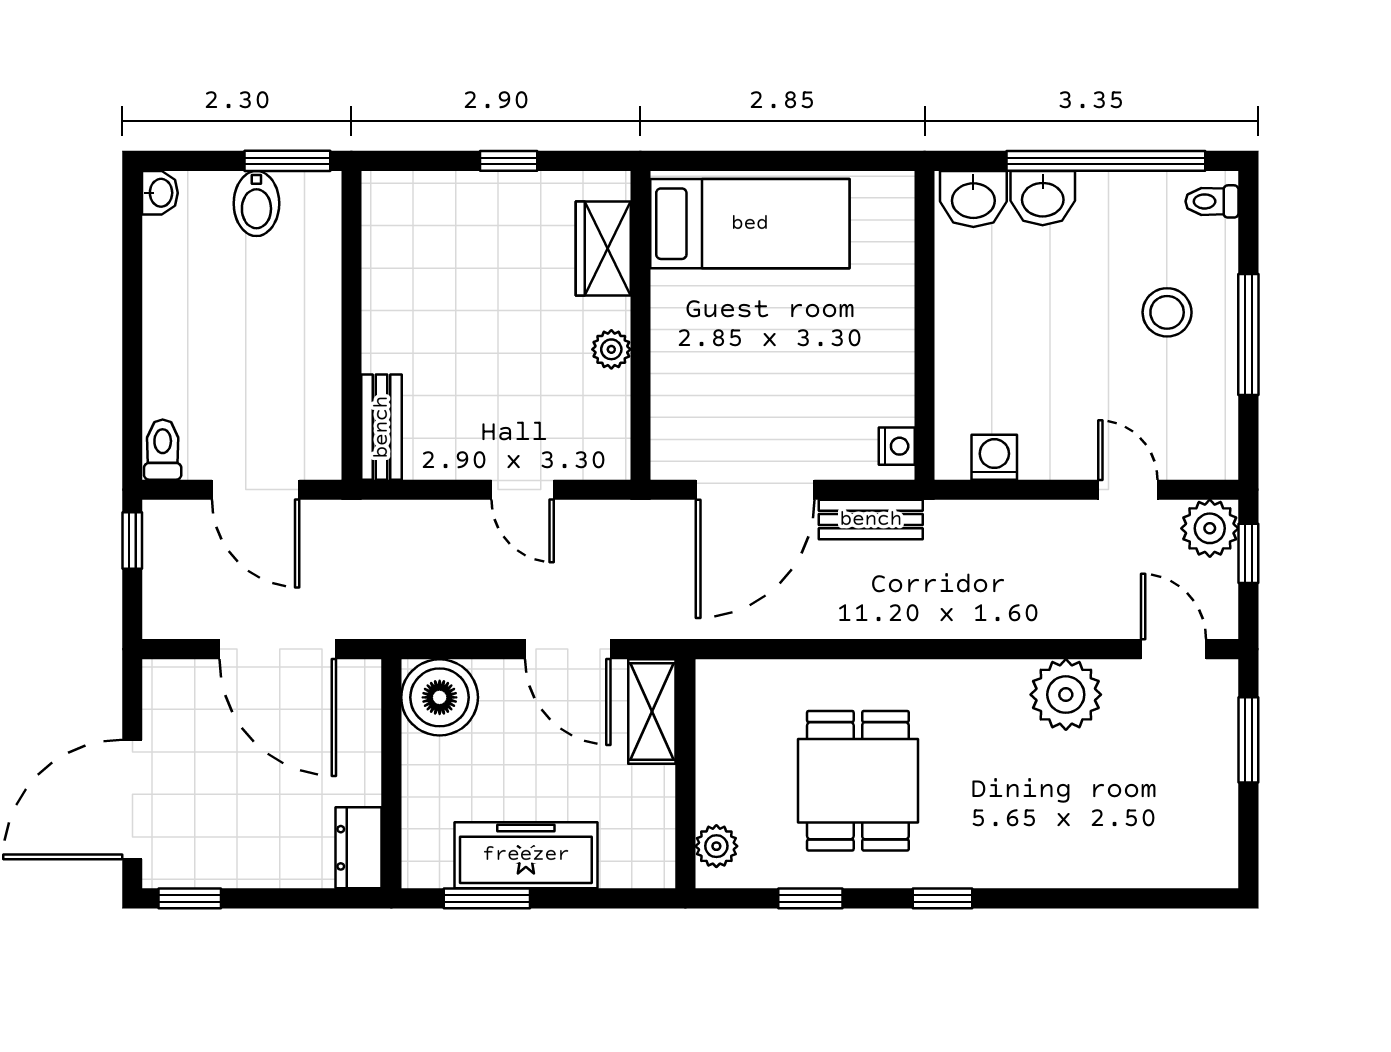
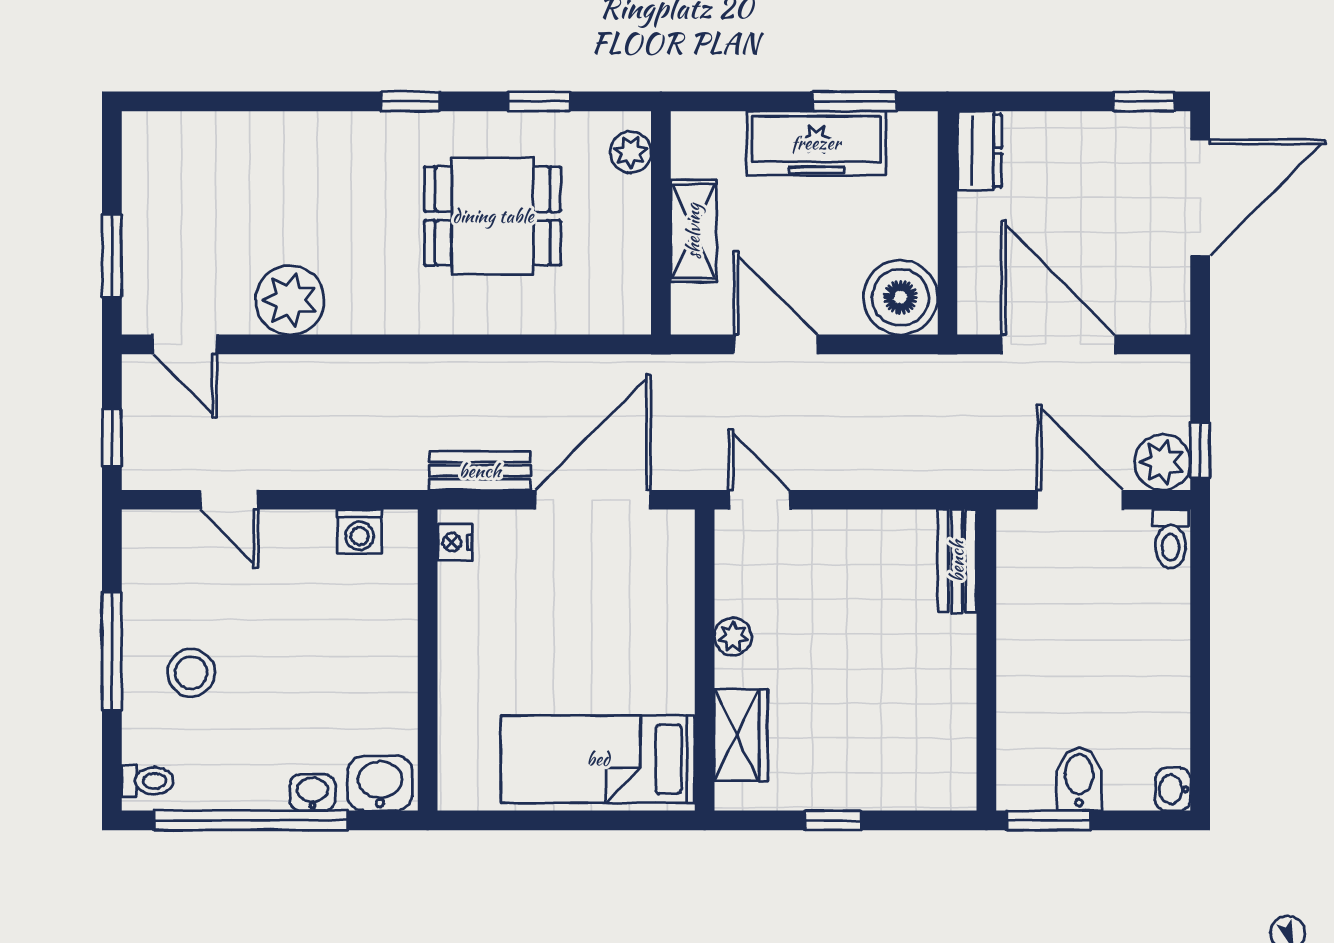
washbasin: (1043, 198) -> (312, 792), width x0.72, depth x0.69
door: (523, 490) -> (759, 500), moved
plant: (1210, 528) -> (1162, 462), moved
shelving: (652, 711) -> (693, 231), moved
dining table: (858, 781) -> (493, 216), turned 90

